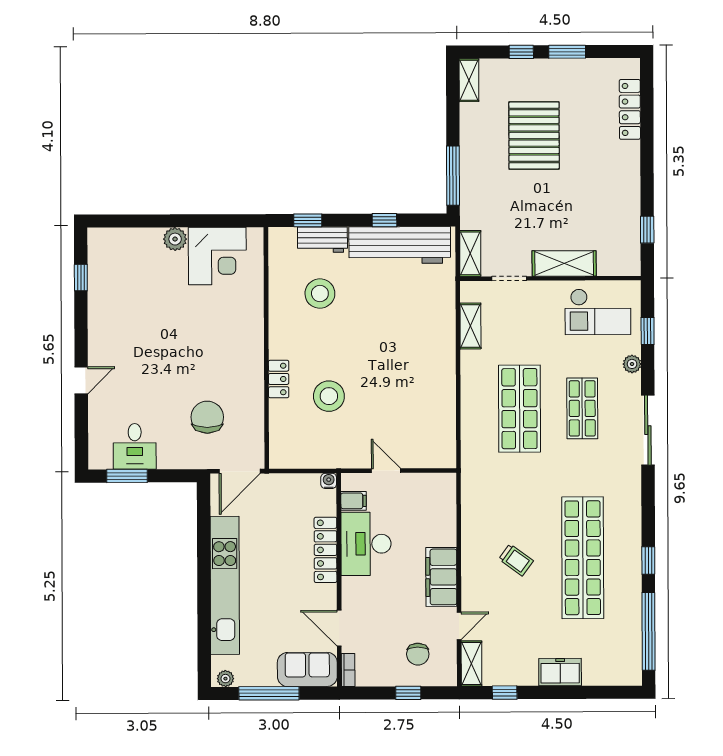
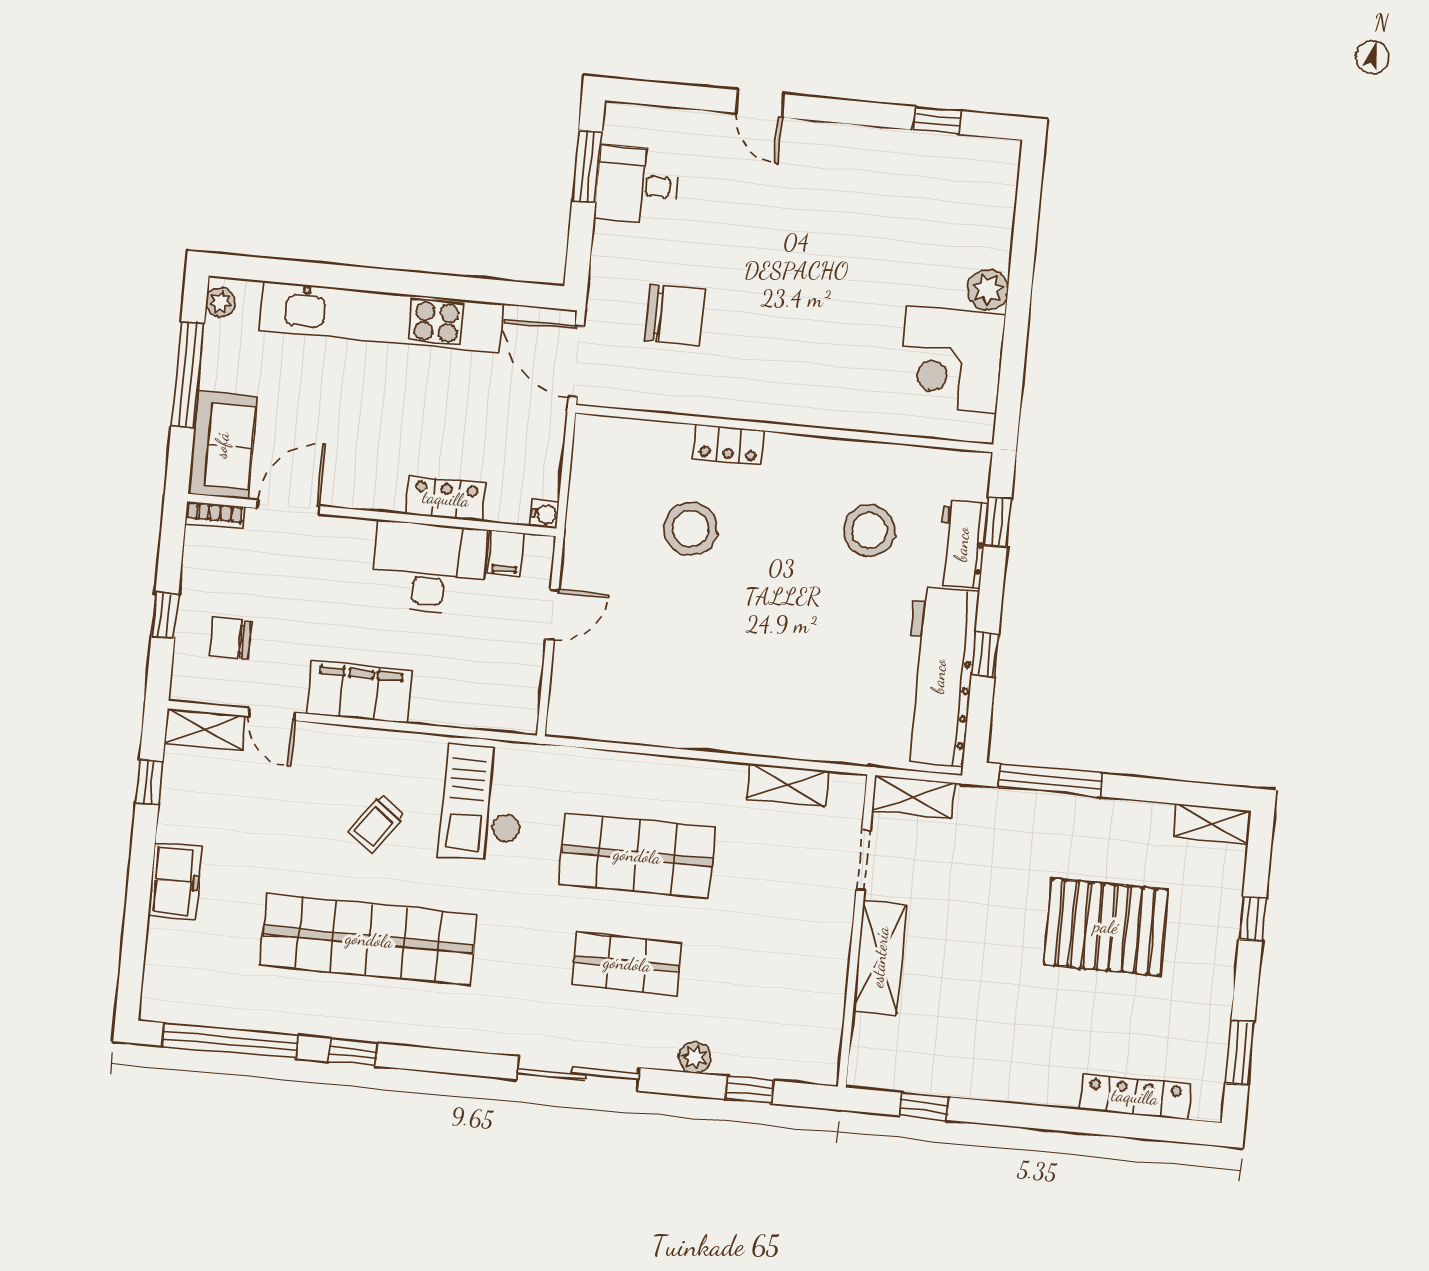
window: (567, 52) -> (1240, 1053), moved
checkout: (598, 312) -> (483, 803), moved
locker: (326, 550) -> (446, 499), width x0.66

